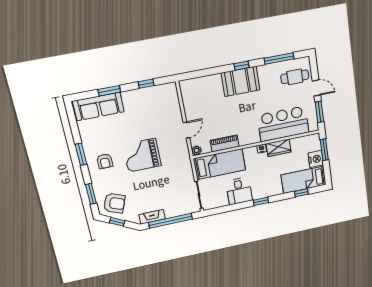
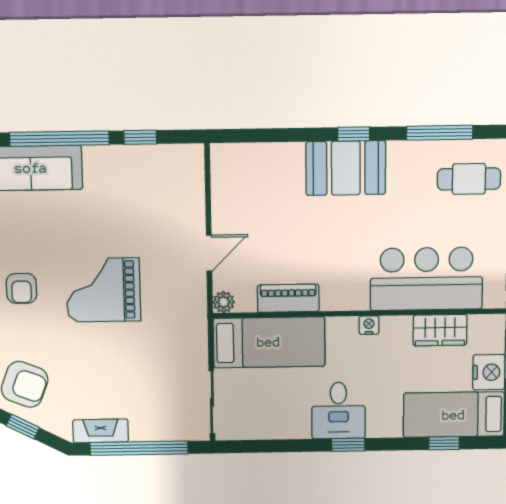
window: (109, 91) -> (59, 139), width x2.11
wardrobe: (279, 148) -> (440, 330), moved
desk: (239, 191) -> (338, 411), moved

